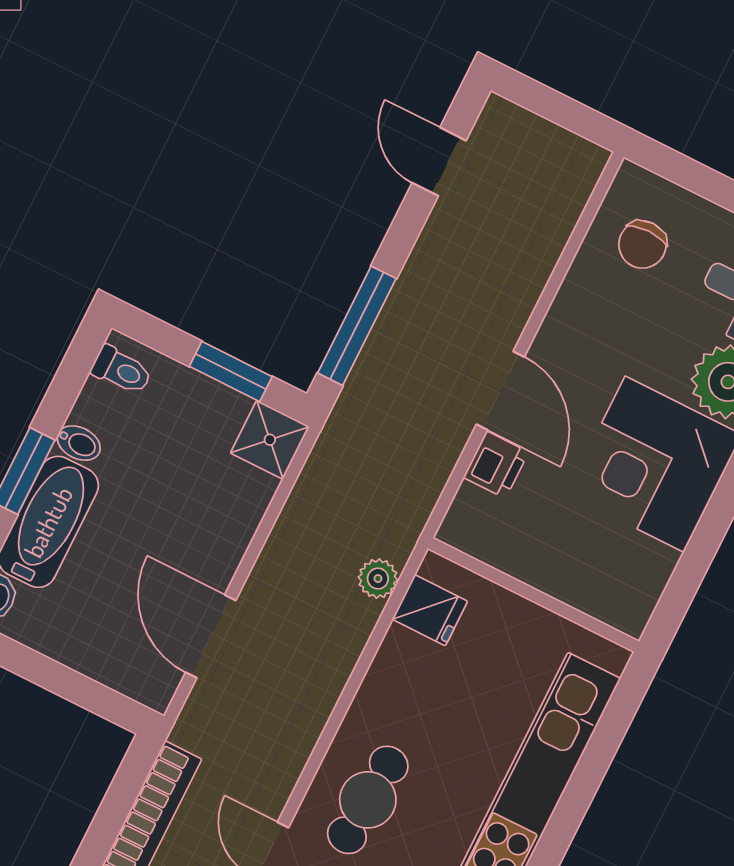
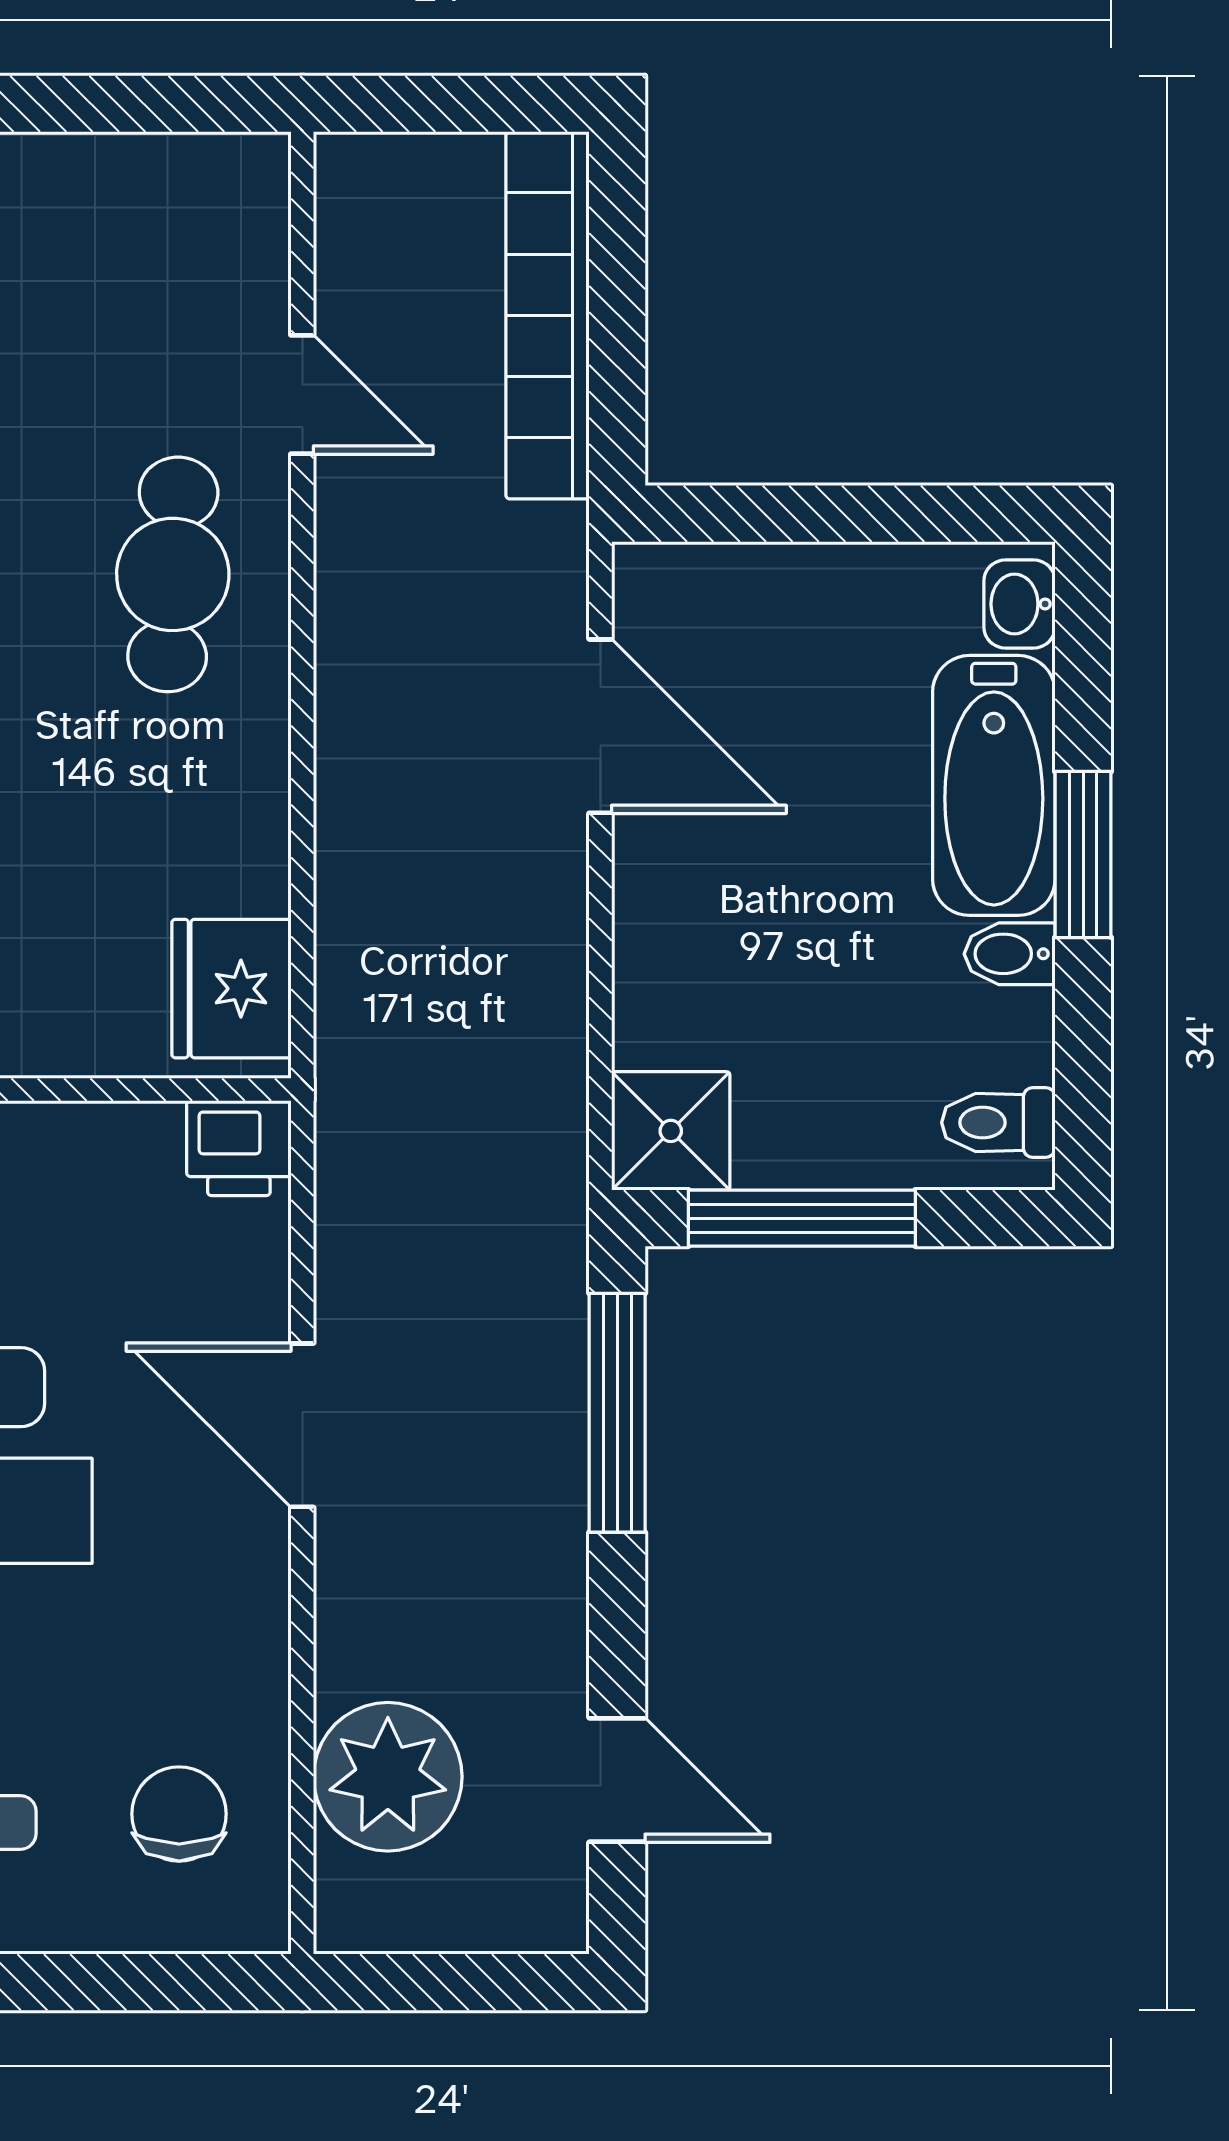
window: (231, 371) -> (802, 1218), width x1.44
printer: (496, 465) -> (239, 1148), moved, turned -90
plant: (378, 579) -> (388, 1777), moved, width x1.88, depth x1.88
fridge: (430, 610) -> (231, 989), width x1.38

